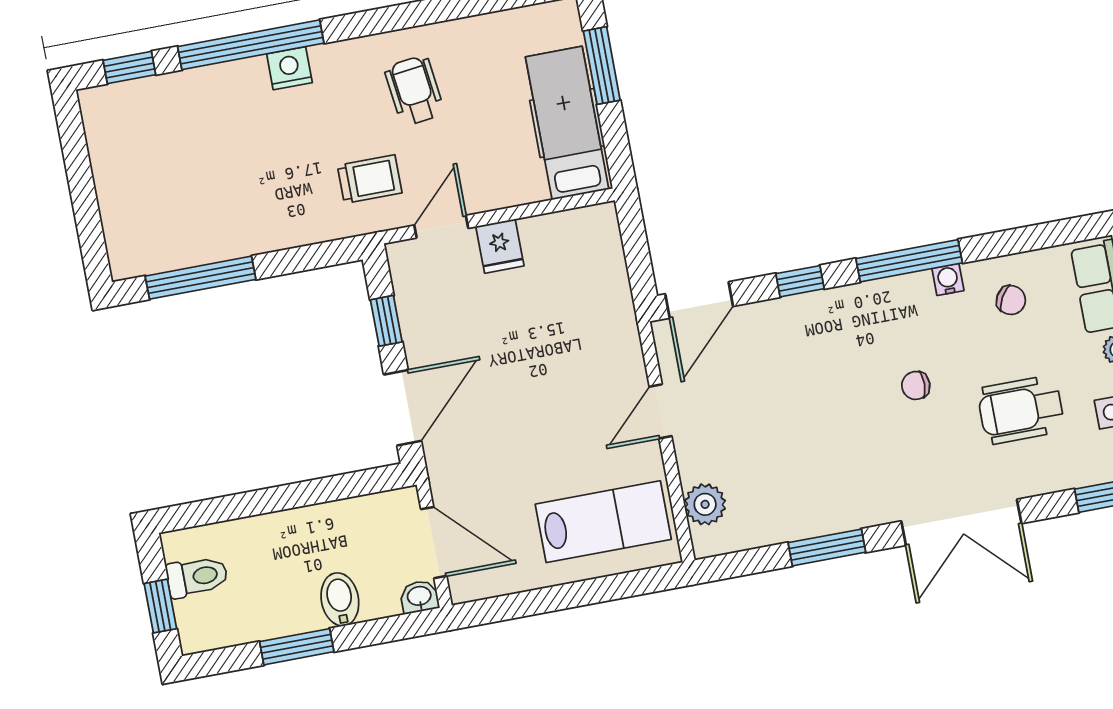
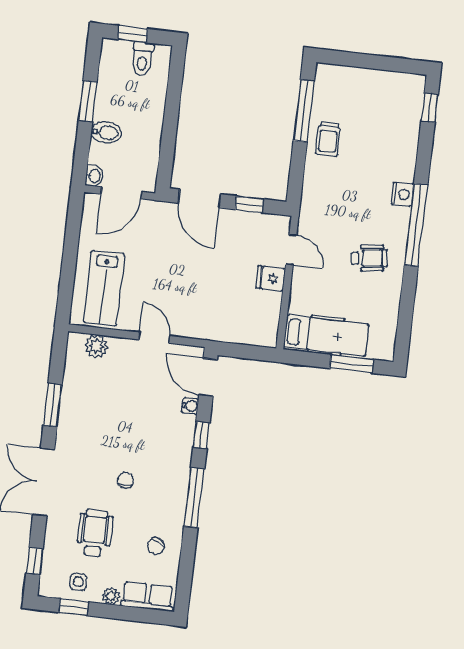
window: (251, 45) -> (416, 225), moved
trolley: (370, 179) -> (328, 139), moved
water cooler: (948, 279) -> (190, 406), moved

